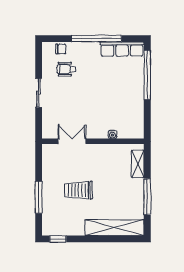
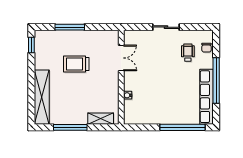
row of seats: (122, 49) -> (206, 97), width x1.36
trolley: (79, 190) -> (76, 64), turned -90

